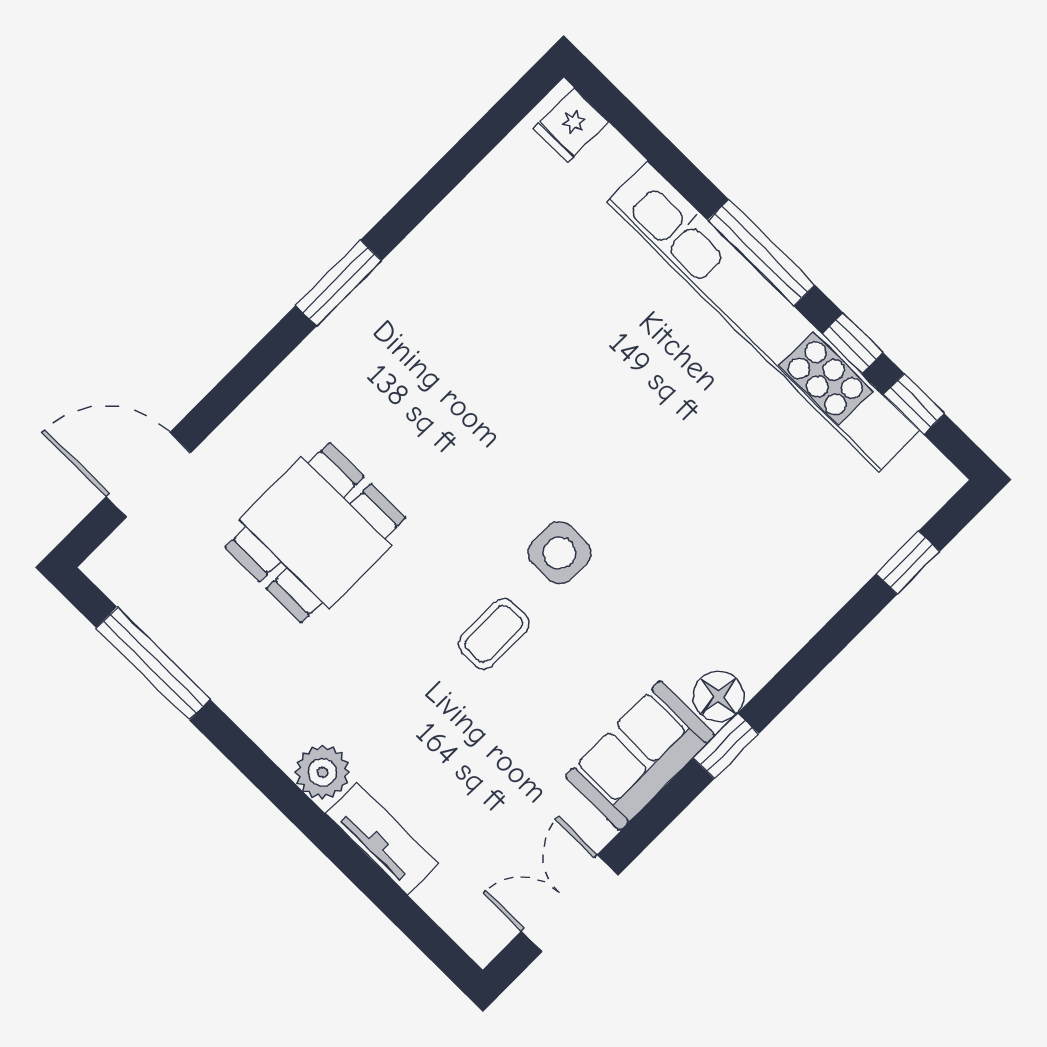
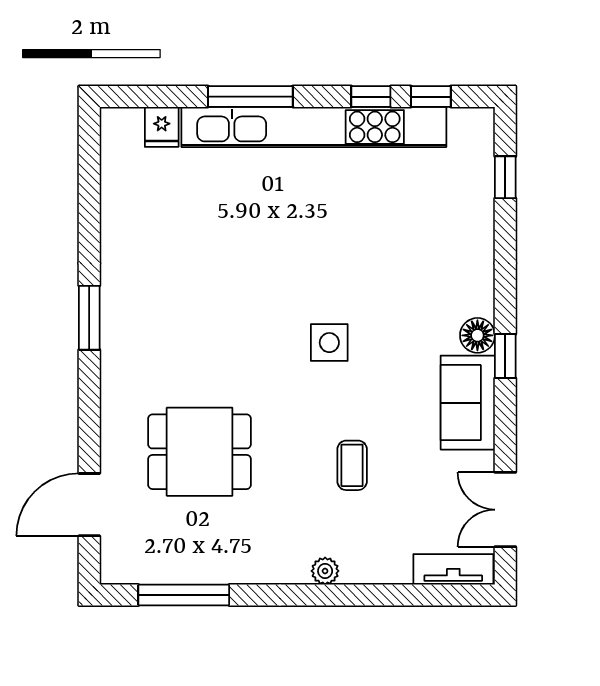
fridge: (571, 125) -> (162, 127), moved
window: (761, 252) -> (250, 97), moved
dining table: (315, 533) -> (200, 452), turned 90
coffee table: (494, 634) -> (352, 465), moved
plant: (322, 772) -> (325, 571), width x0.73, depth x0.73
tv unit: (382, 839) -> (453, 569), moved

